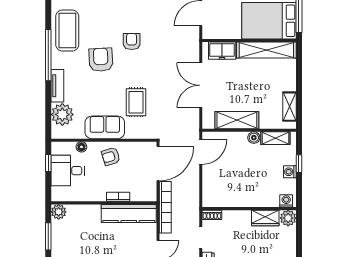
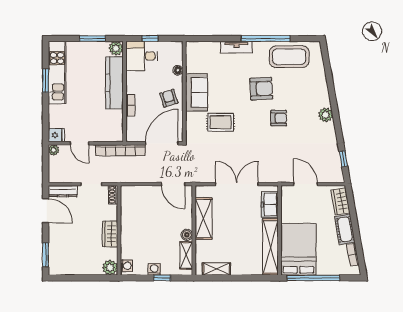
plant: (62, 114) -> (209, 52), removed
window: (48, 163) -> (150, 38), moved
door: (158, 164) -> (162, 143), swing flipped
desk: (68, 171) -> (142, 56), moved, turned -90
kitchen counter: (129, 213) -> (114, 83), moved
wardrobe: (265, 218) -> (110, 234), moved

